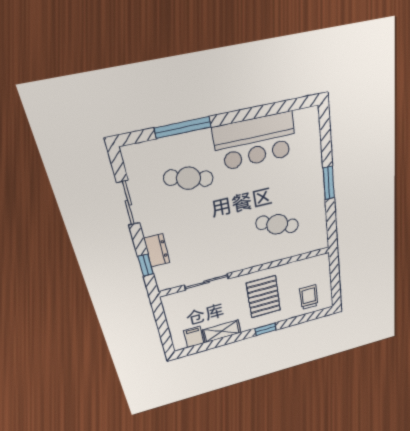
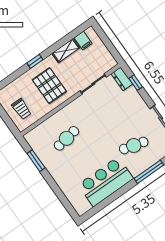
window: (329, 183) -> (36, 161), moved
cafe table: (277, 224) -> (66, 138), turned -30
dresser: (157, 250) -> (122, 79), moved
trolley: (309, 297) -> (22, 109), moved

